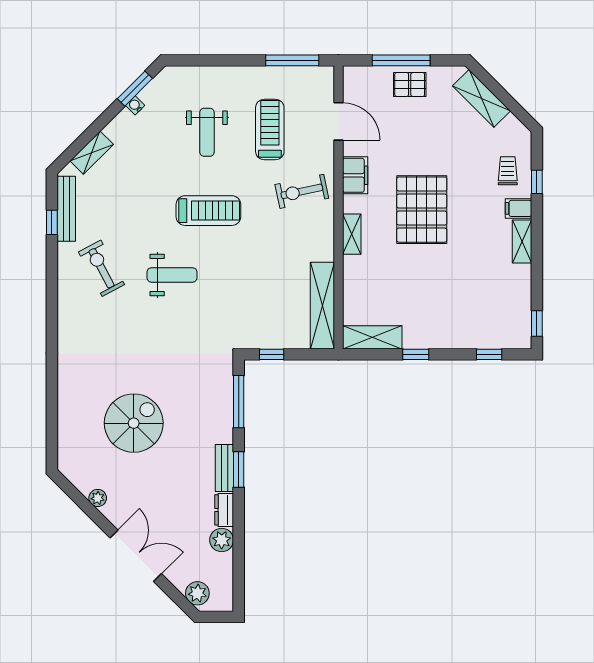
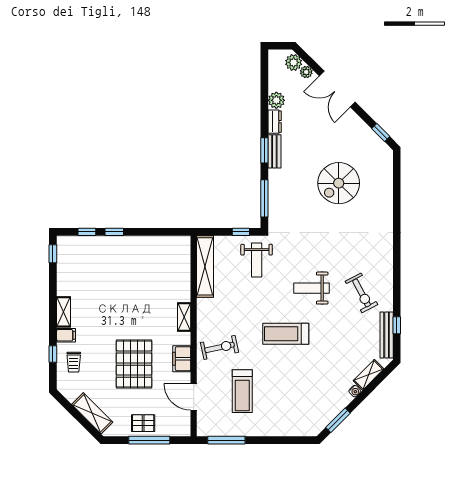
water cooler: (135, 105) -> (355, 391), moved
weight bench: (207, 132) -> (257, 260), moved, turned 180
pallet: (422, 210) -> (134, 364), moved
shelving: (372, 337) -> (170, 244), removed
window: (416, 354) -> (114, 232), moved
window: (74, 494) -> (381, 133), added
plant: (98, 498) -> (306, 72), moved

